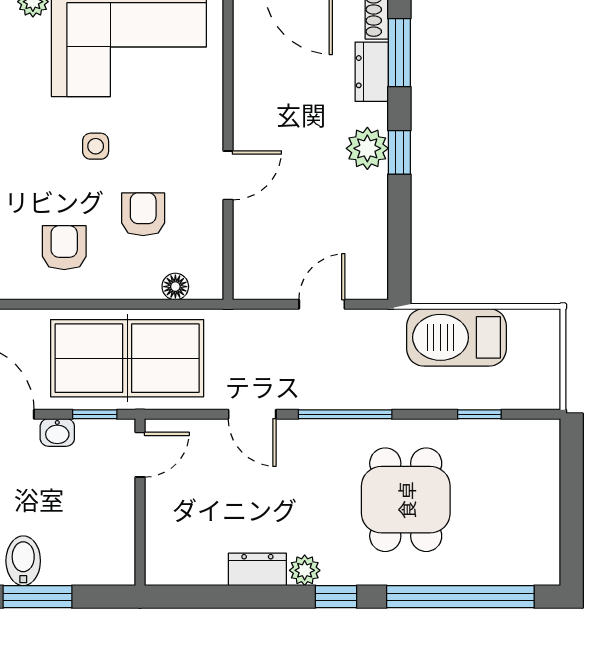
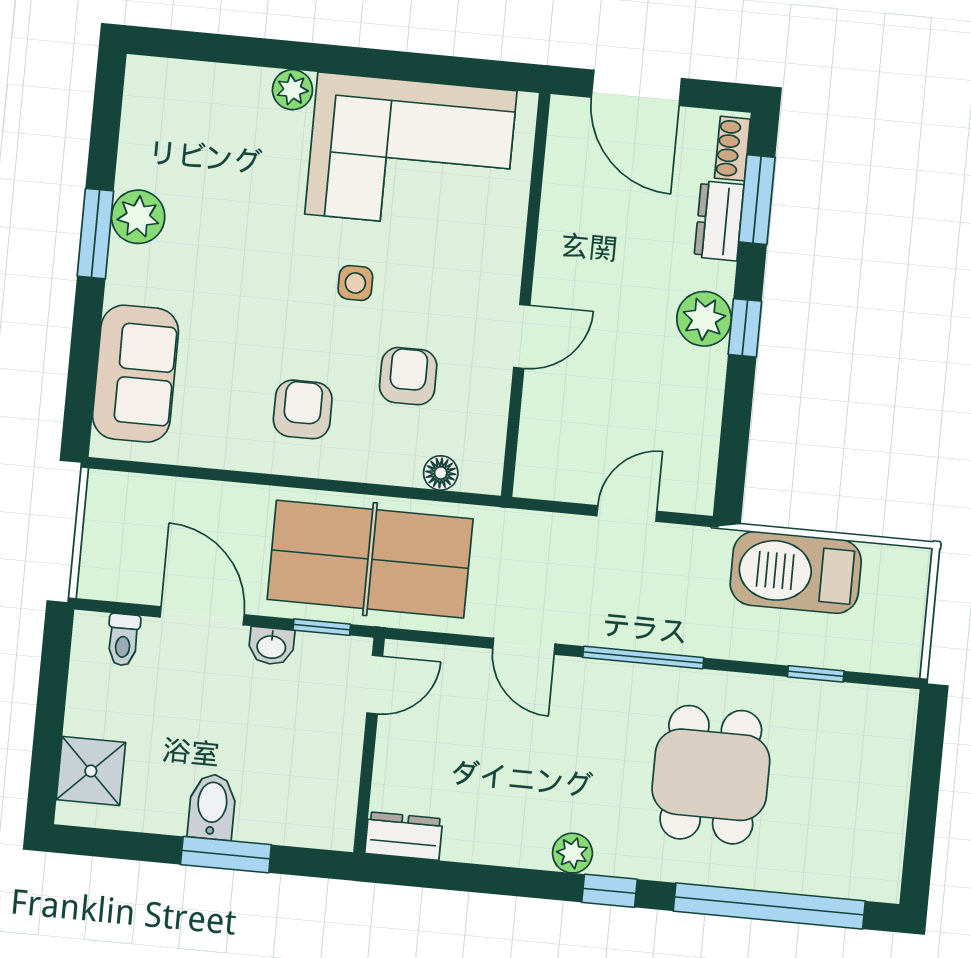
dresser: (257, 569) -> (404, 836), moved

